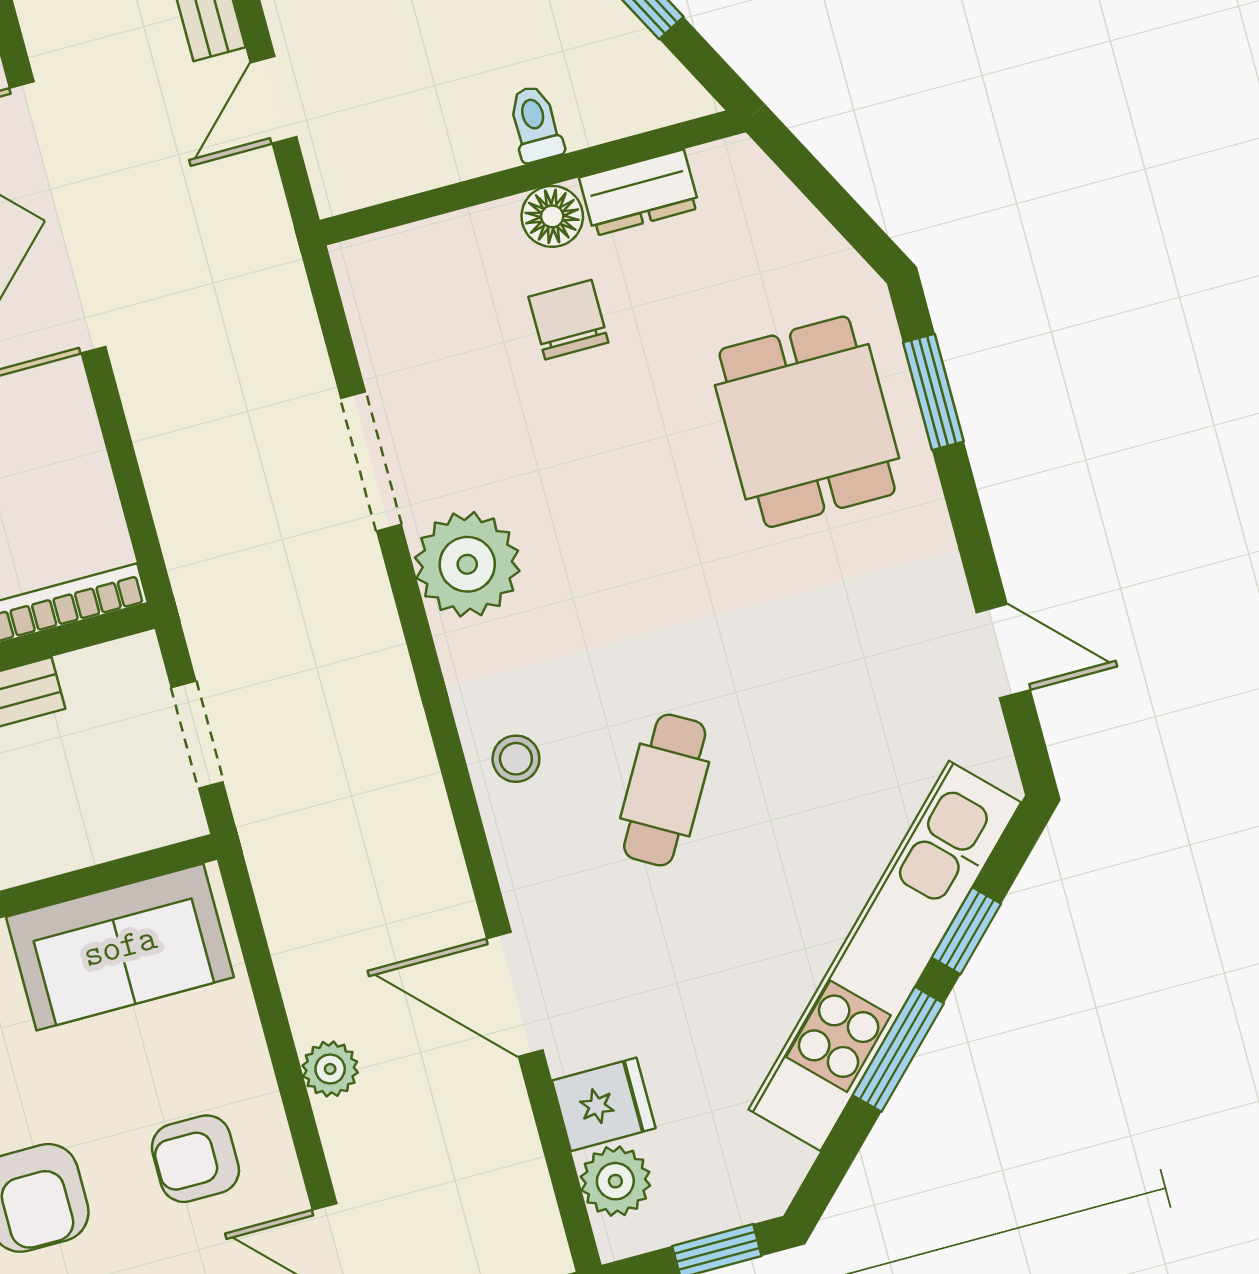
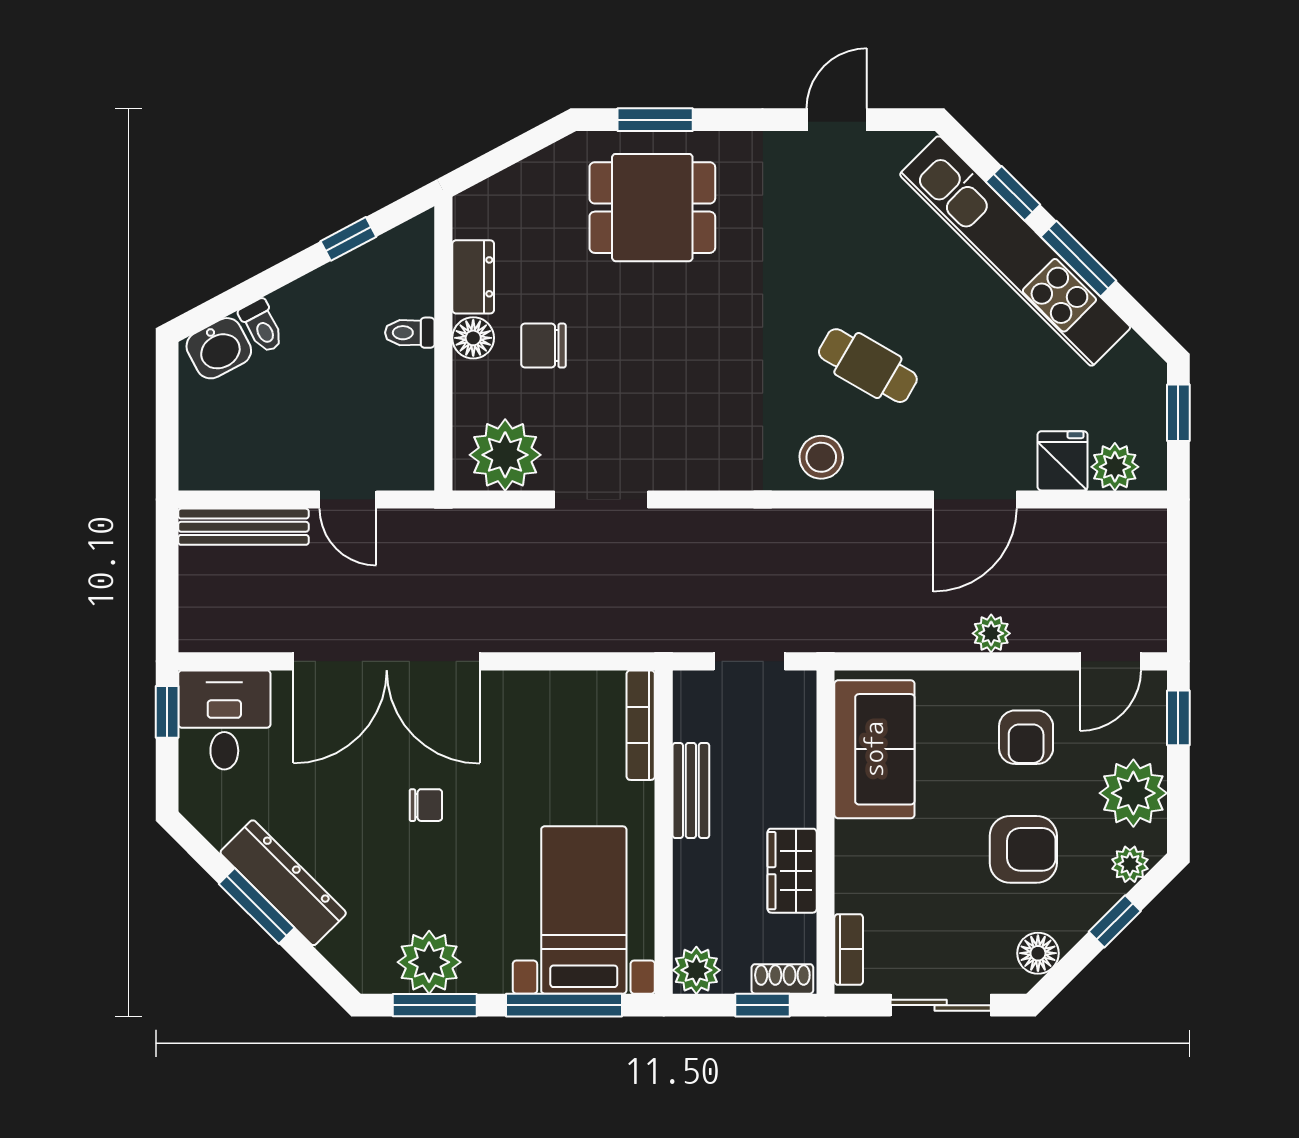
plant: (467, 564) -> (505, 455), moved
stool: (516, 759) -> (821, 457), width x1.37, depth x1.37

